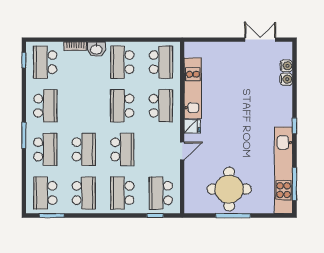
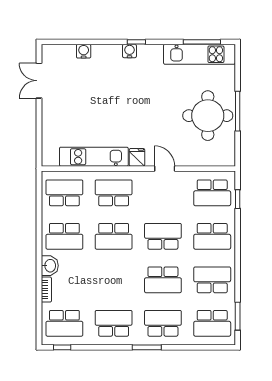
water cooler: (286, 66) -> (129, 51), moved
school desk: (84, 149) -> (163, 280), turned 180
kitchen unit: (284, 170) -> (199, 54), width x0.73

